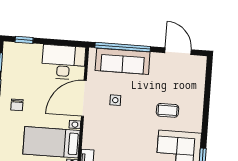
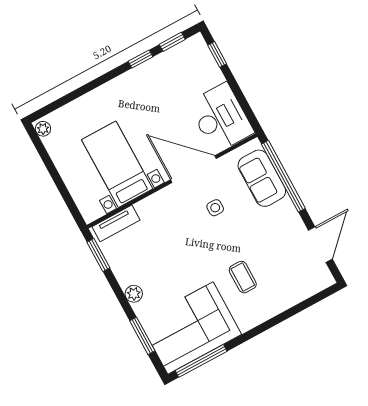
sofa: (123, 61) -> (262, 178), width x0.73
chair: (17, 105) -> (135, 95), removed

